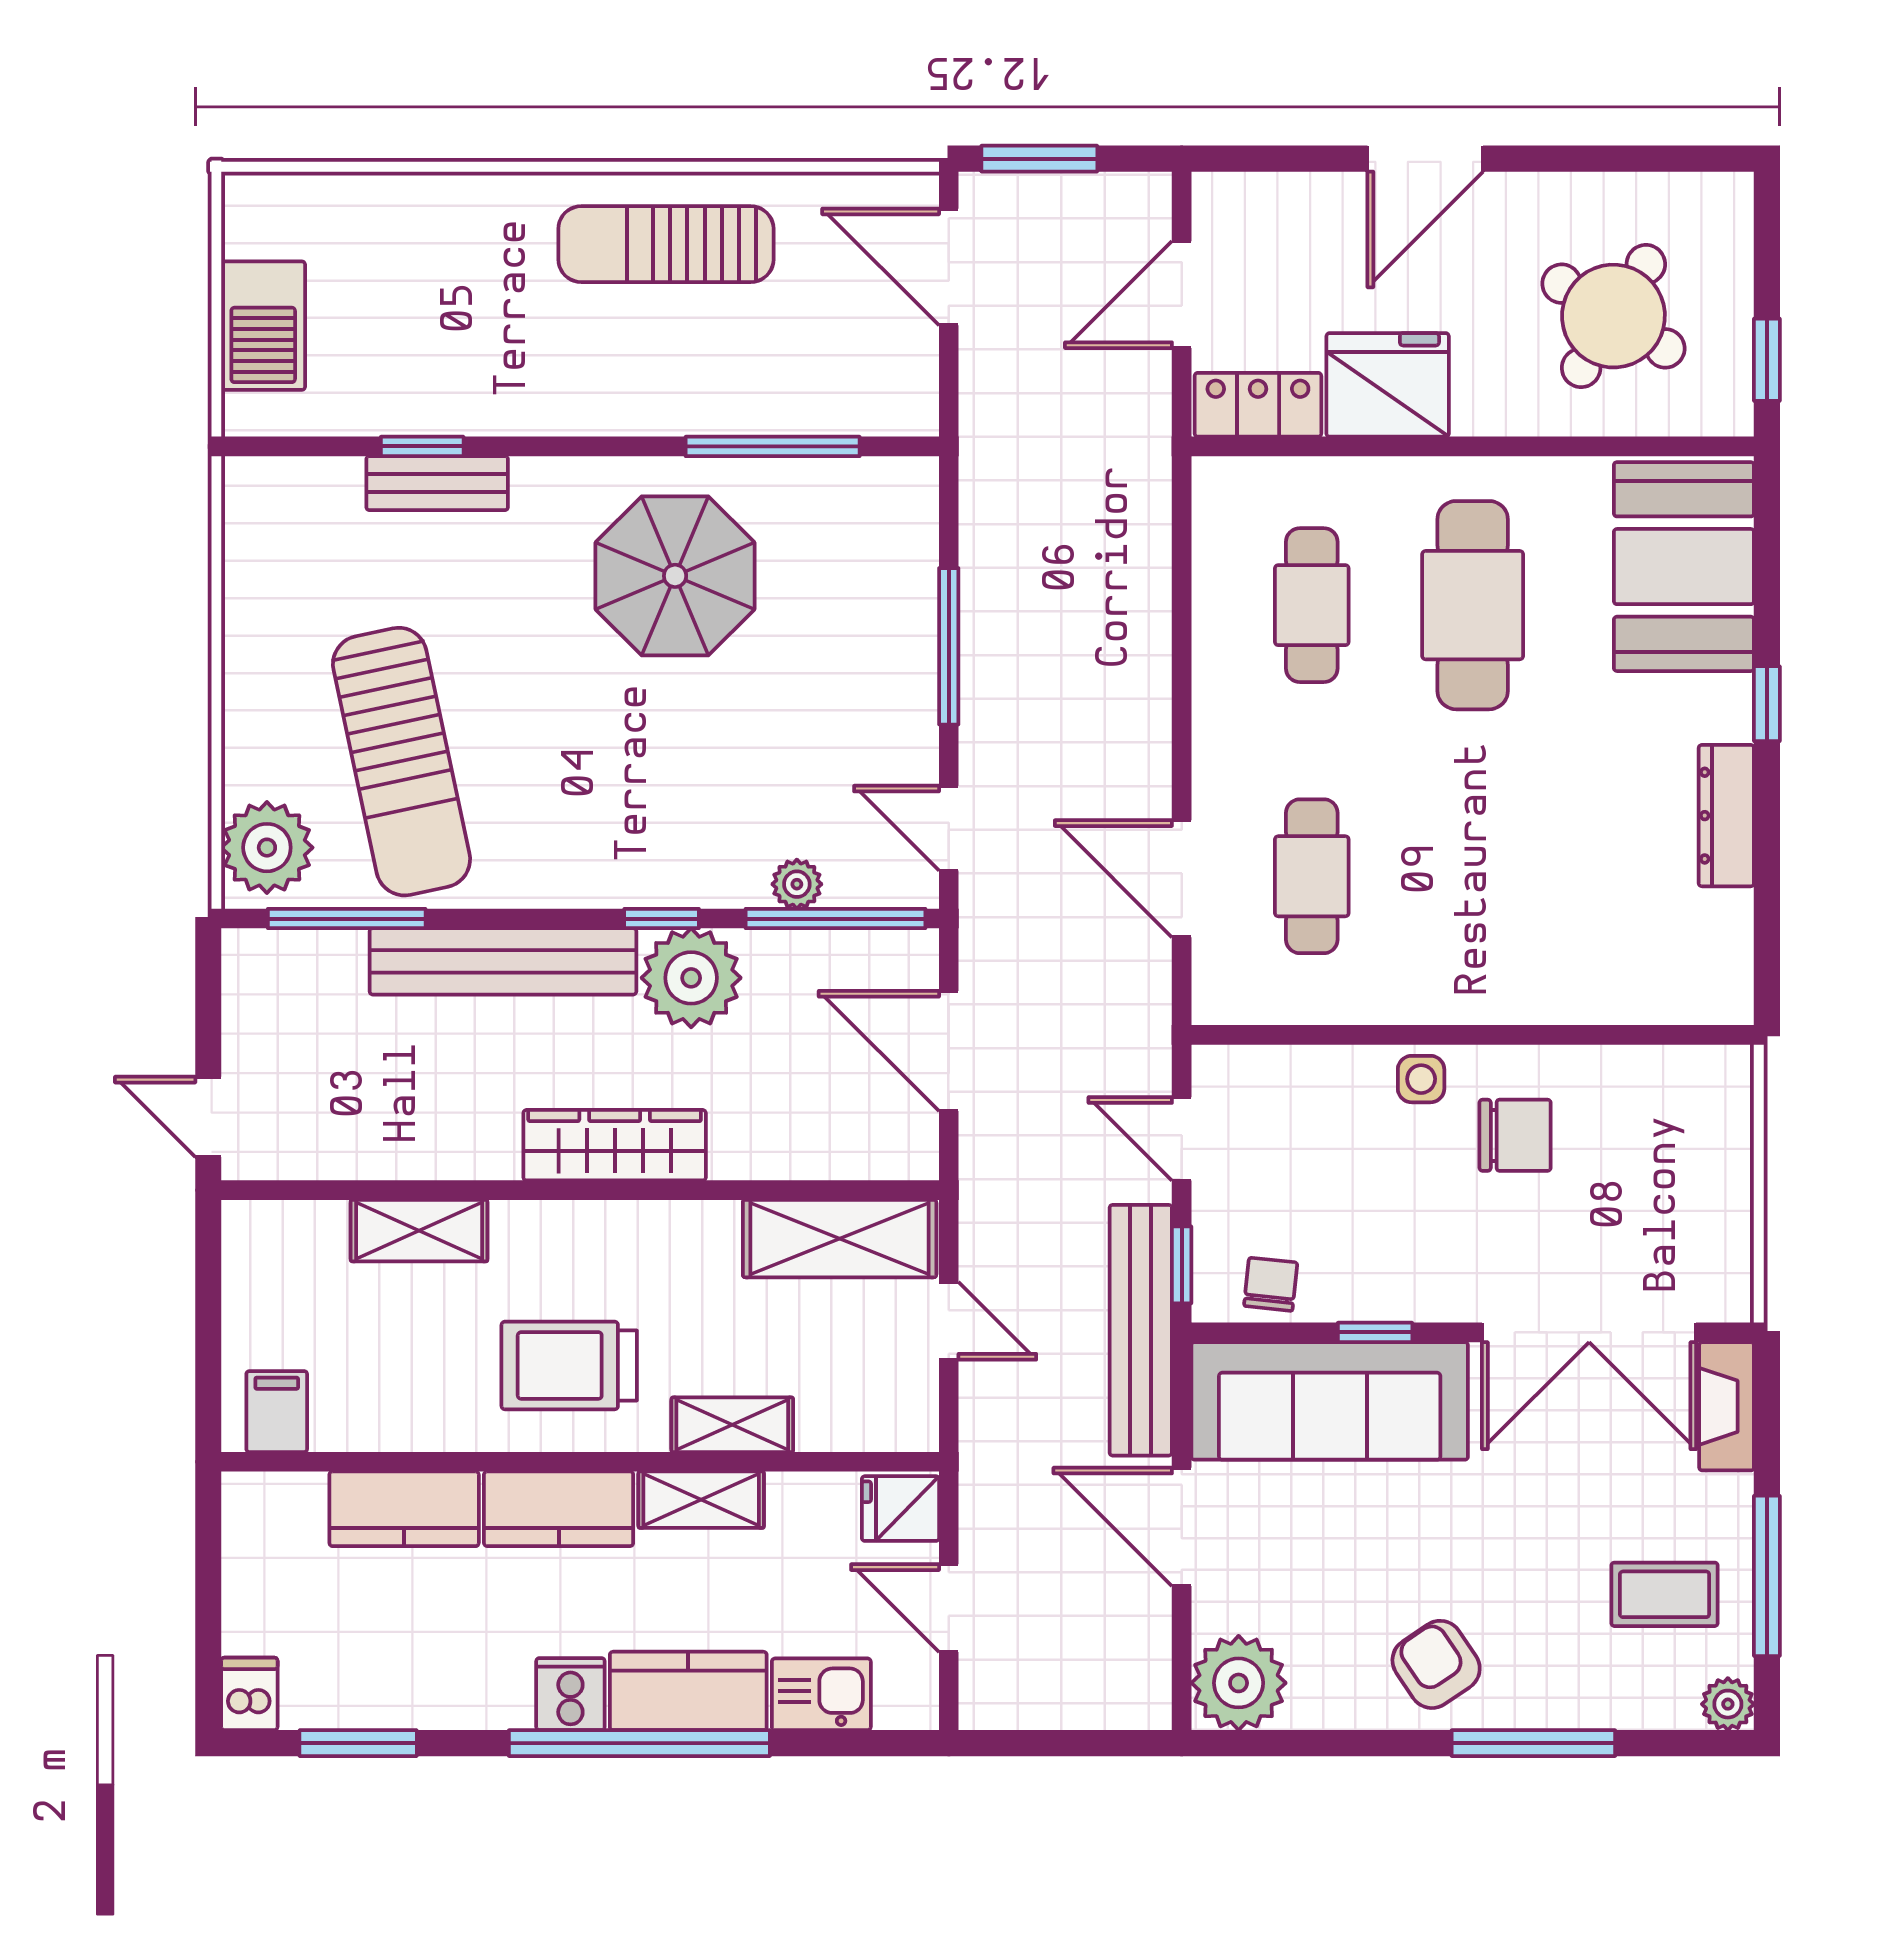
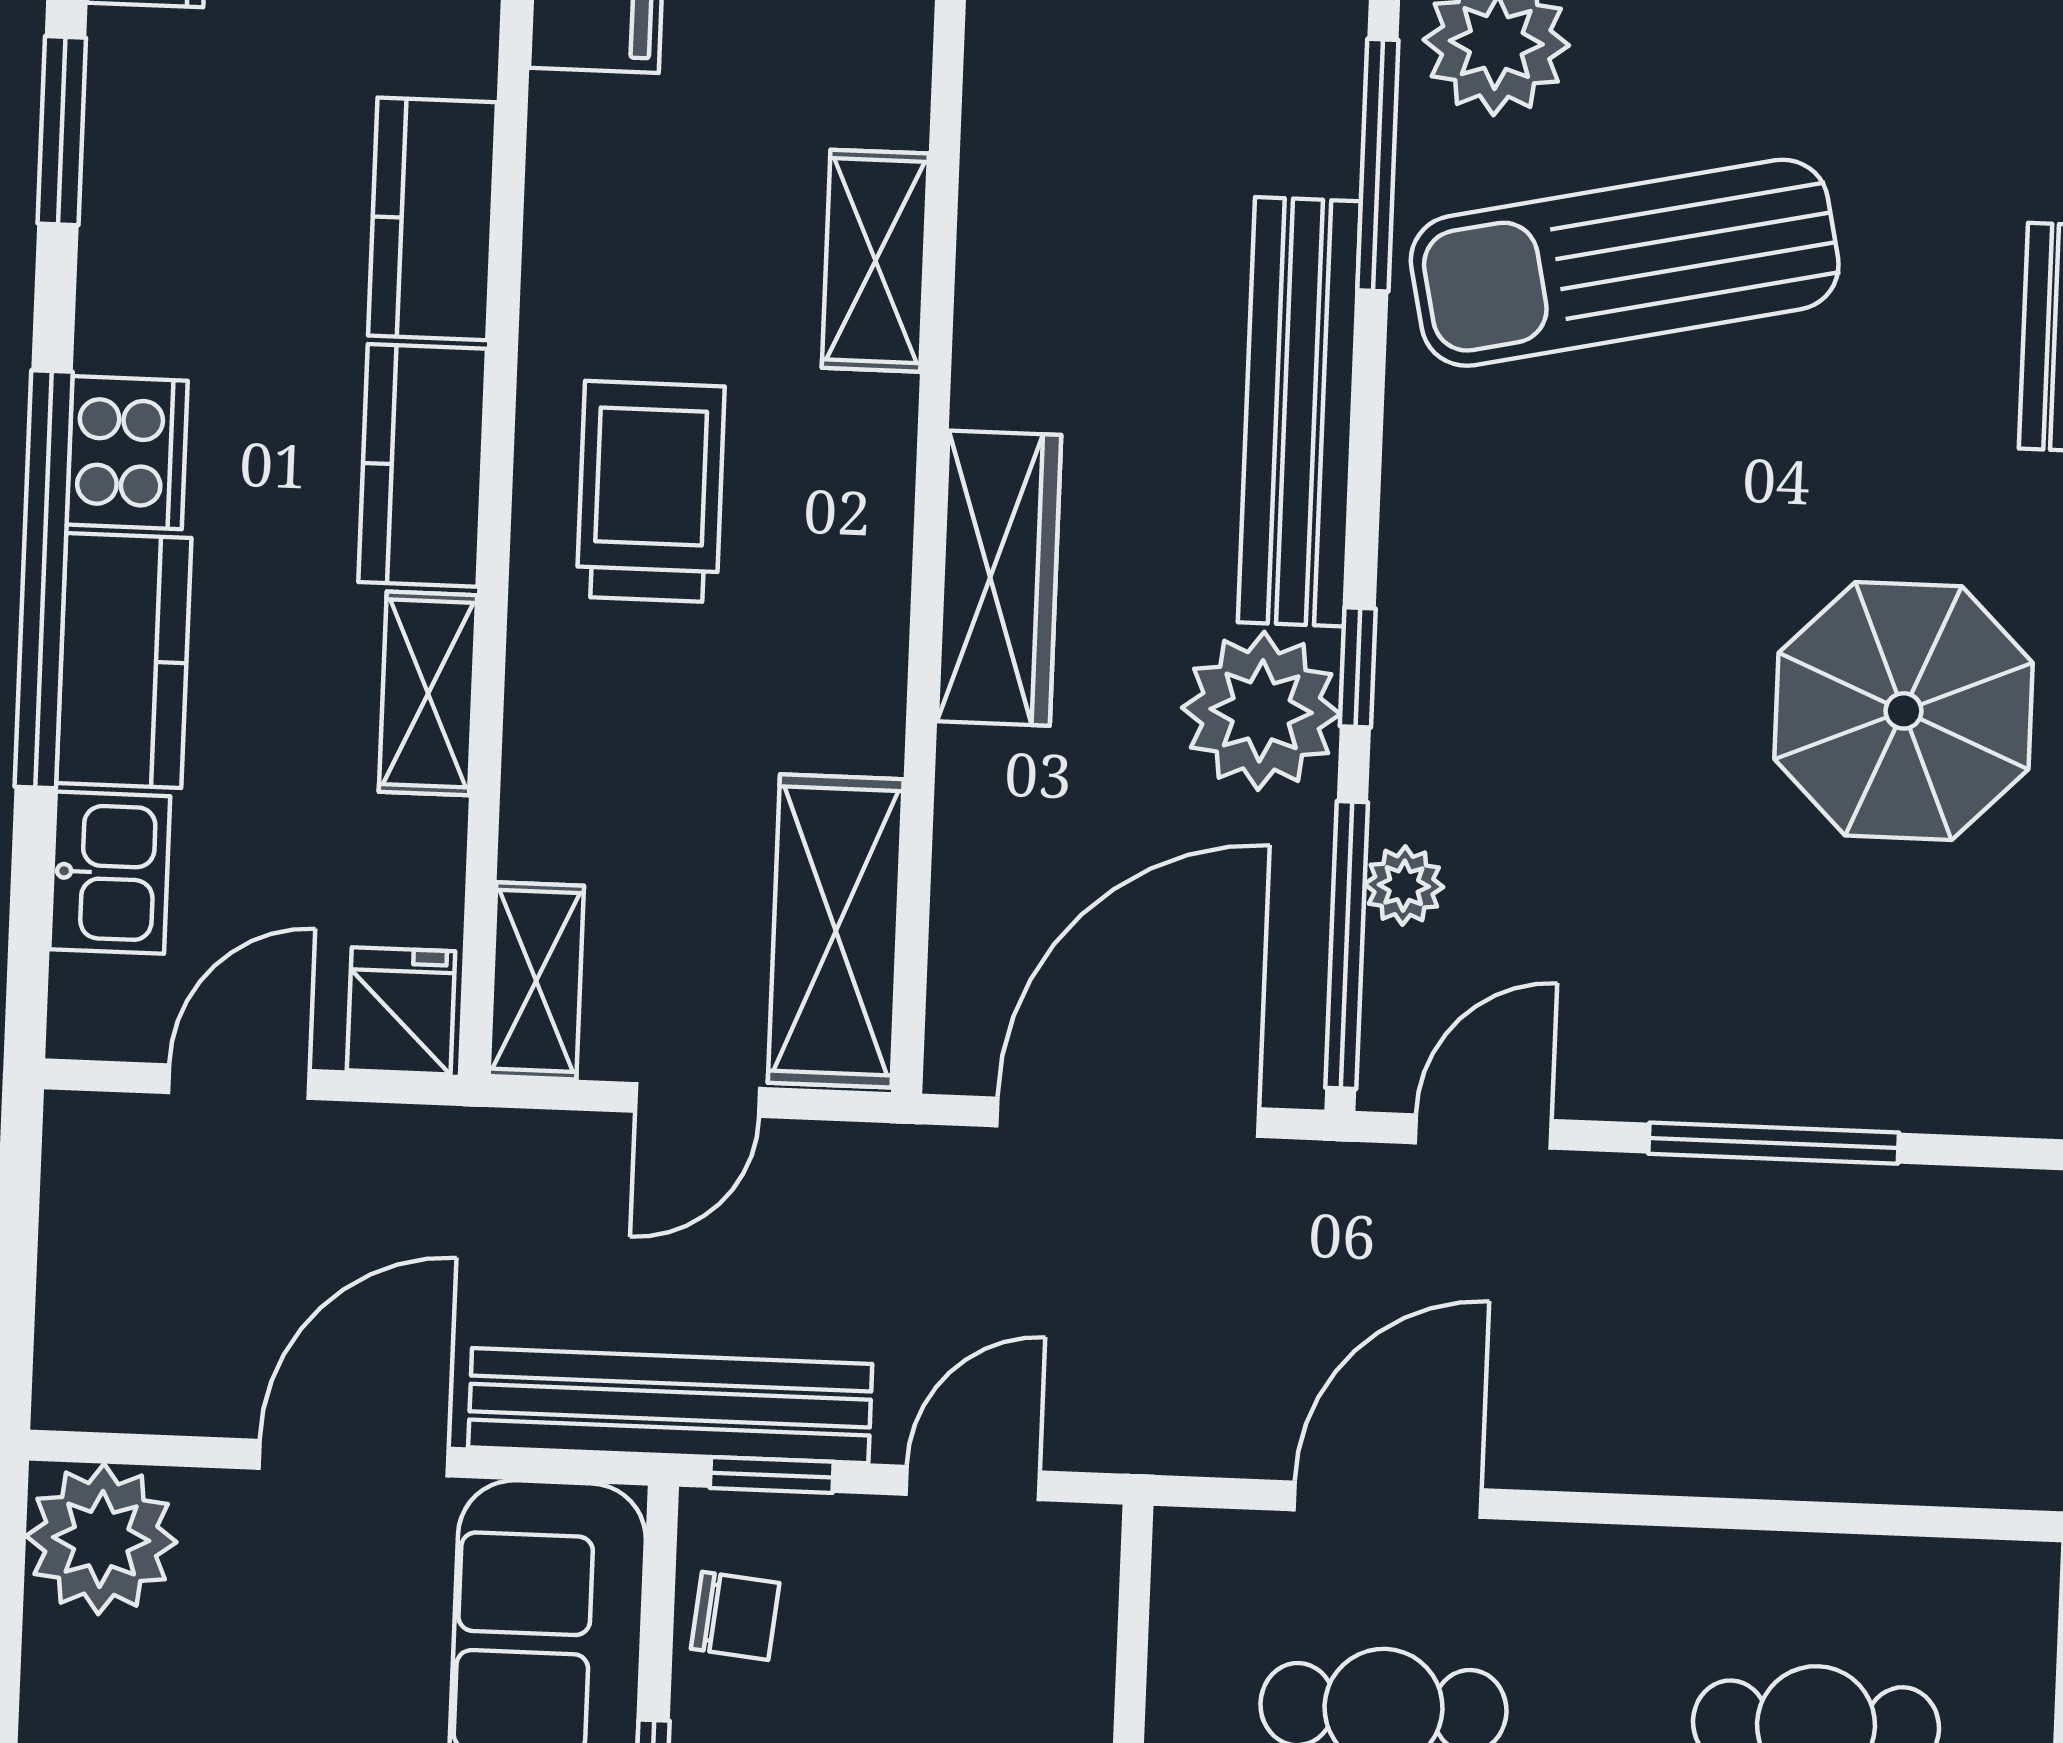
door: (949, 1051) -> (1128, 1117), width x1.36
shelving: (732, 1425) -> (536, 981), moved
cooker: (570, 1694) -> (127, 453), width x1.36

